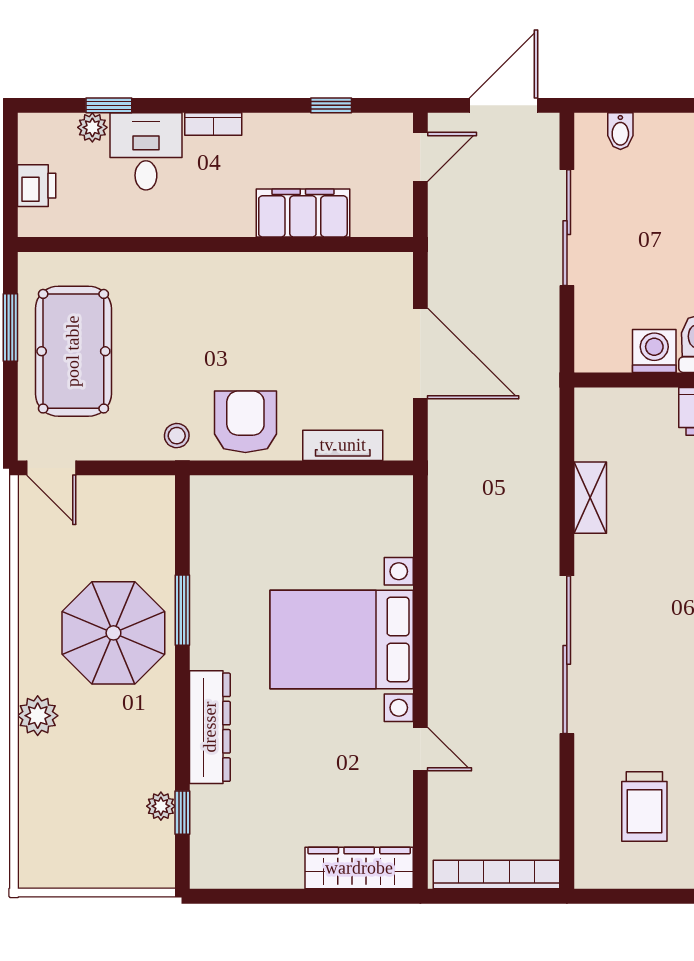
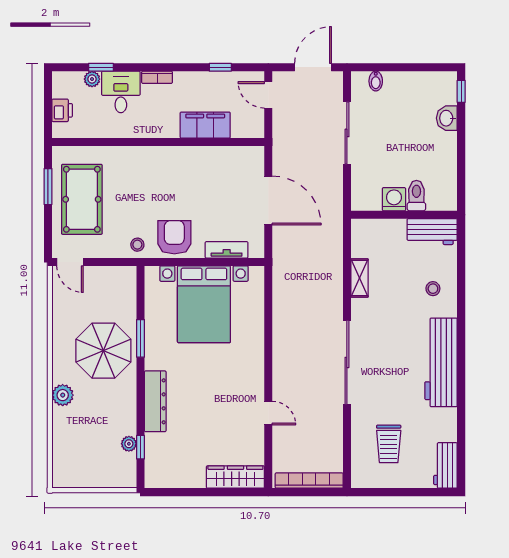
door: (420, 157) -> (268, 95), swing flipped
bed with nightstands: (342, 639) -> (204, 304), moved, turned -90

